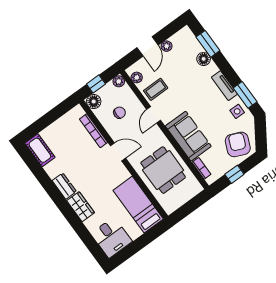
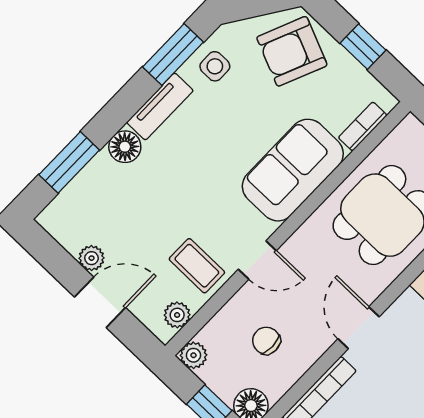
floor lamp: (204, 59) -> (125, 147), moved

